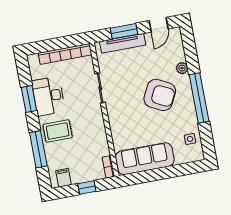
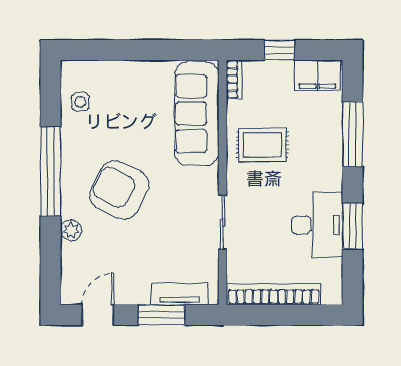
tv unit: (123, 43) -> (180, 294), width x0.71
rug: (58, 131) -> (262, 145), moved
sofa: (145, 159) -> (197, 114), moved, turned 90
filing cabinet: (64, 178) -> (317, 75), width x2.00

